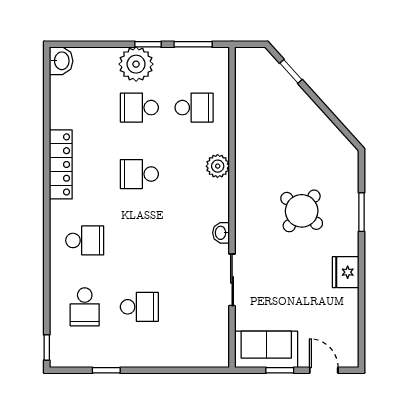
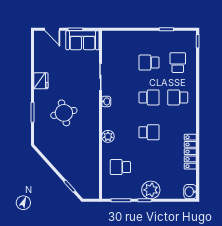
school desk: (139, 108) -> (149, 97), moved
locker: (61, 164) -> (190, 152), moved
round table: (302, 211) -> (64, 113), turned 36

